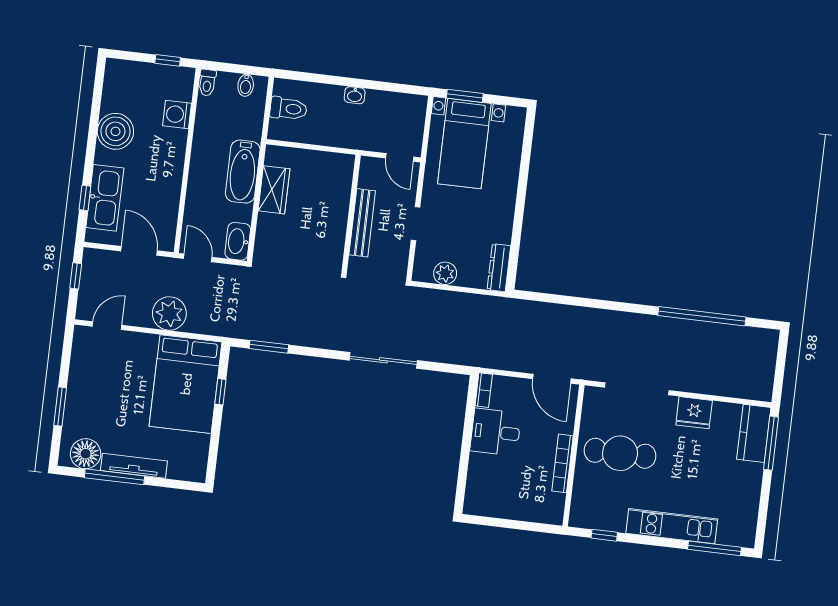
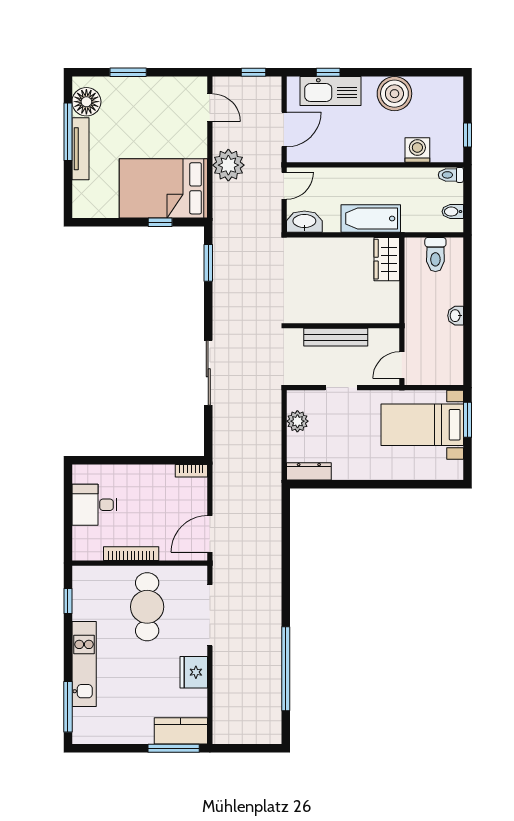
wardrobe: (274, 190) -> (387, 259), moved, turned 90
desk: (496, 432) -> (94, 505), moved, turned -90

